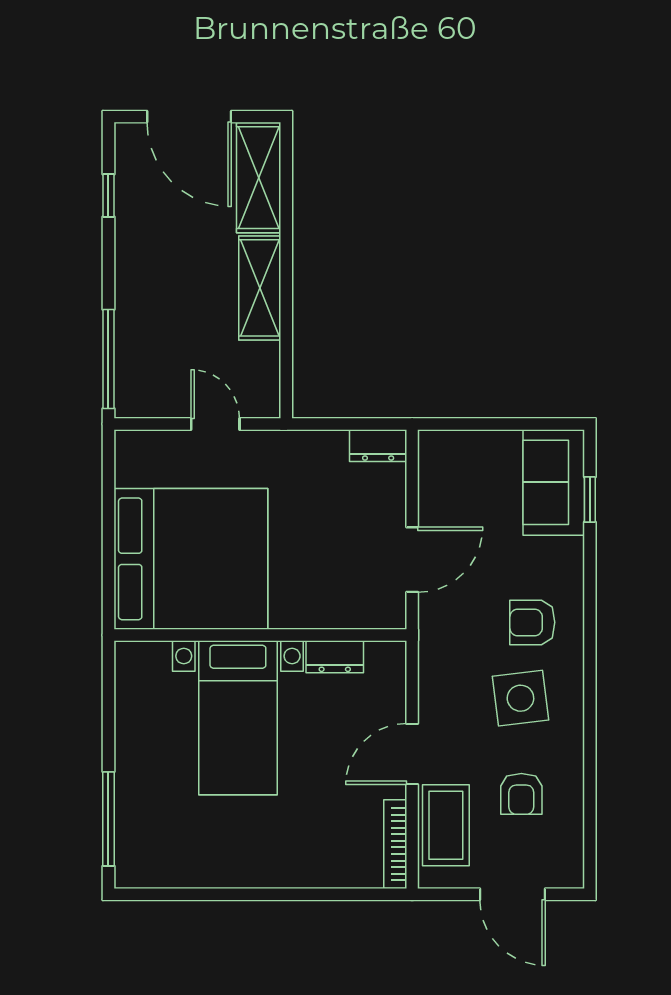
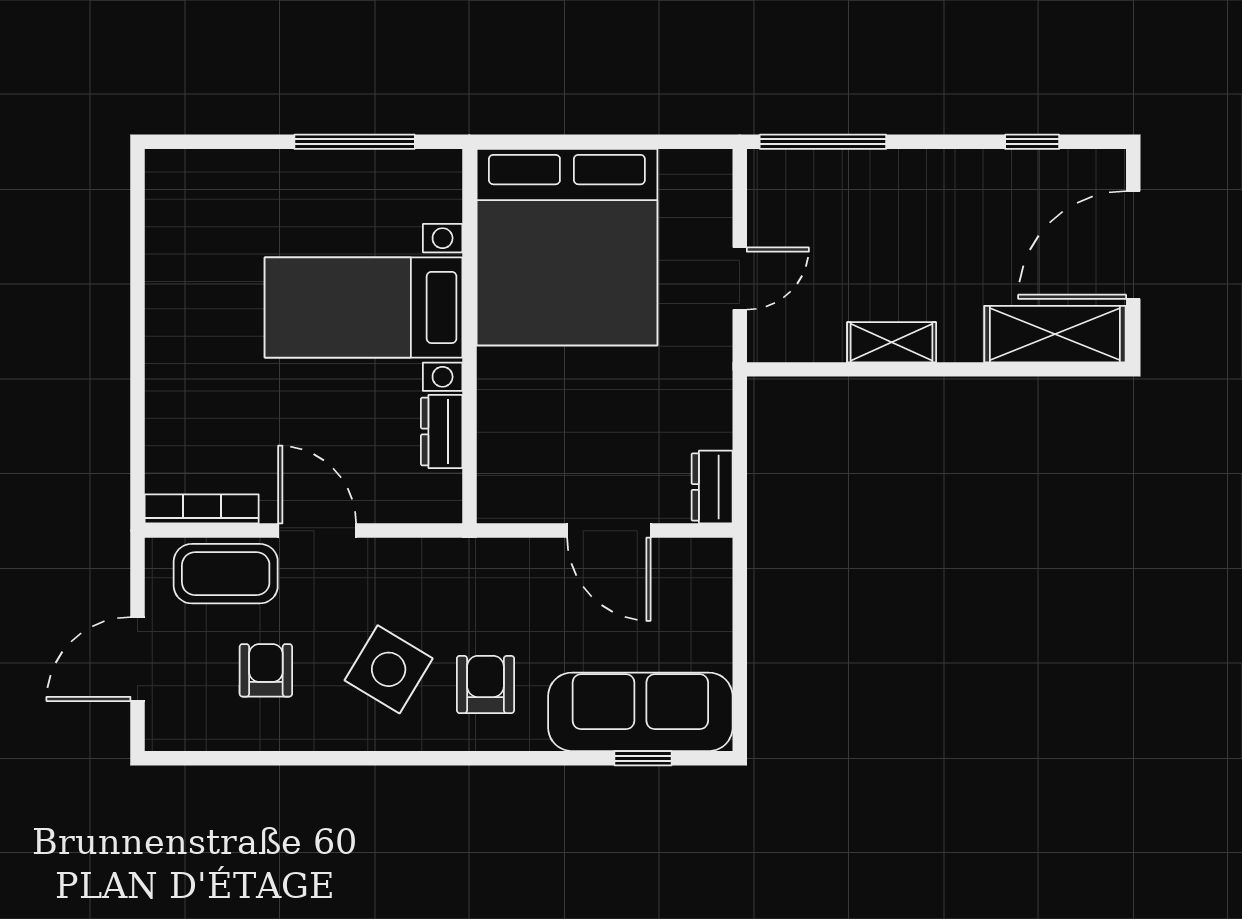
shelving: (260, 288) -> (892, 342), width x0.67, depth x0.75
sofa: (554, 482) -> (640, 712), width x1.36
door: (412, 560) -> (609, 531), moved
side table: (520, 698) -> (389, 669), turned 38
armchair: (521, 794) -> (266, 670), turned 90
window: (108, 819) -> (355, 142), moved

